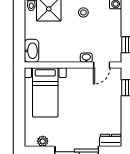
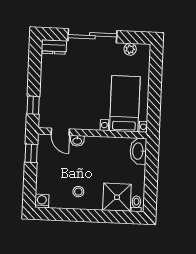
door: (102, 65) -> (60, 132), swing flipped

